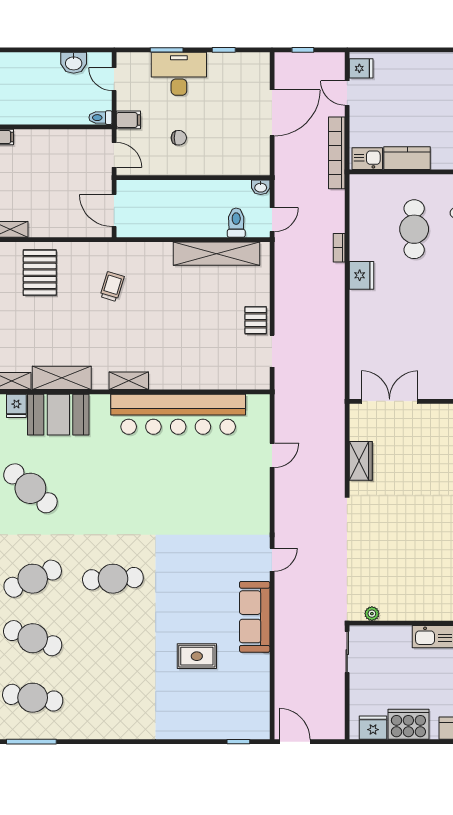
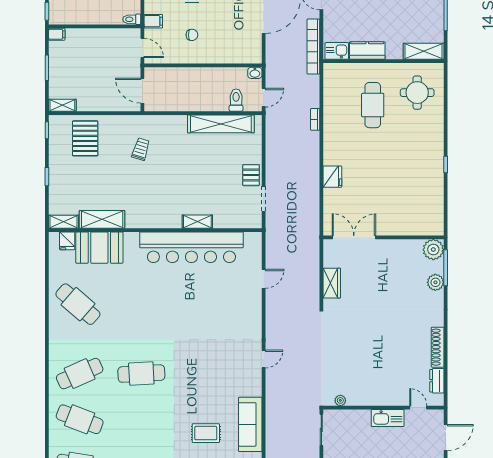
fridge: (362, 275) -> (332, 177), moved
shelving: (129, 381) -> (197, 222), moved
sofa: (255, 617) -> (250, 424), moved

